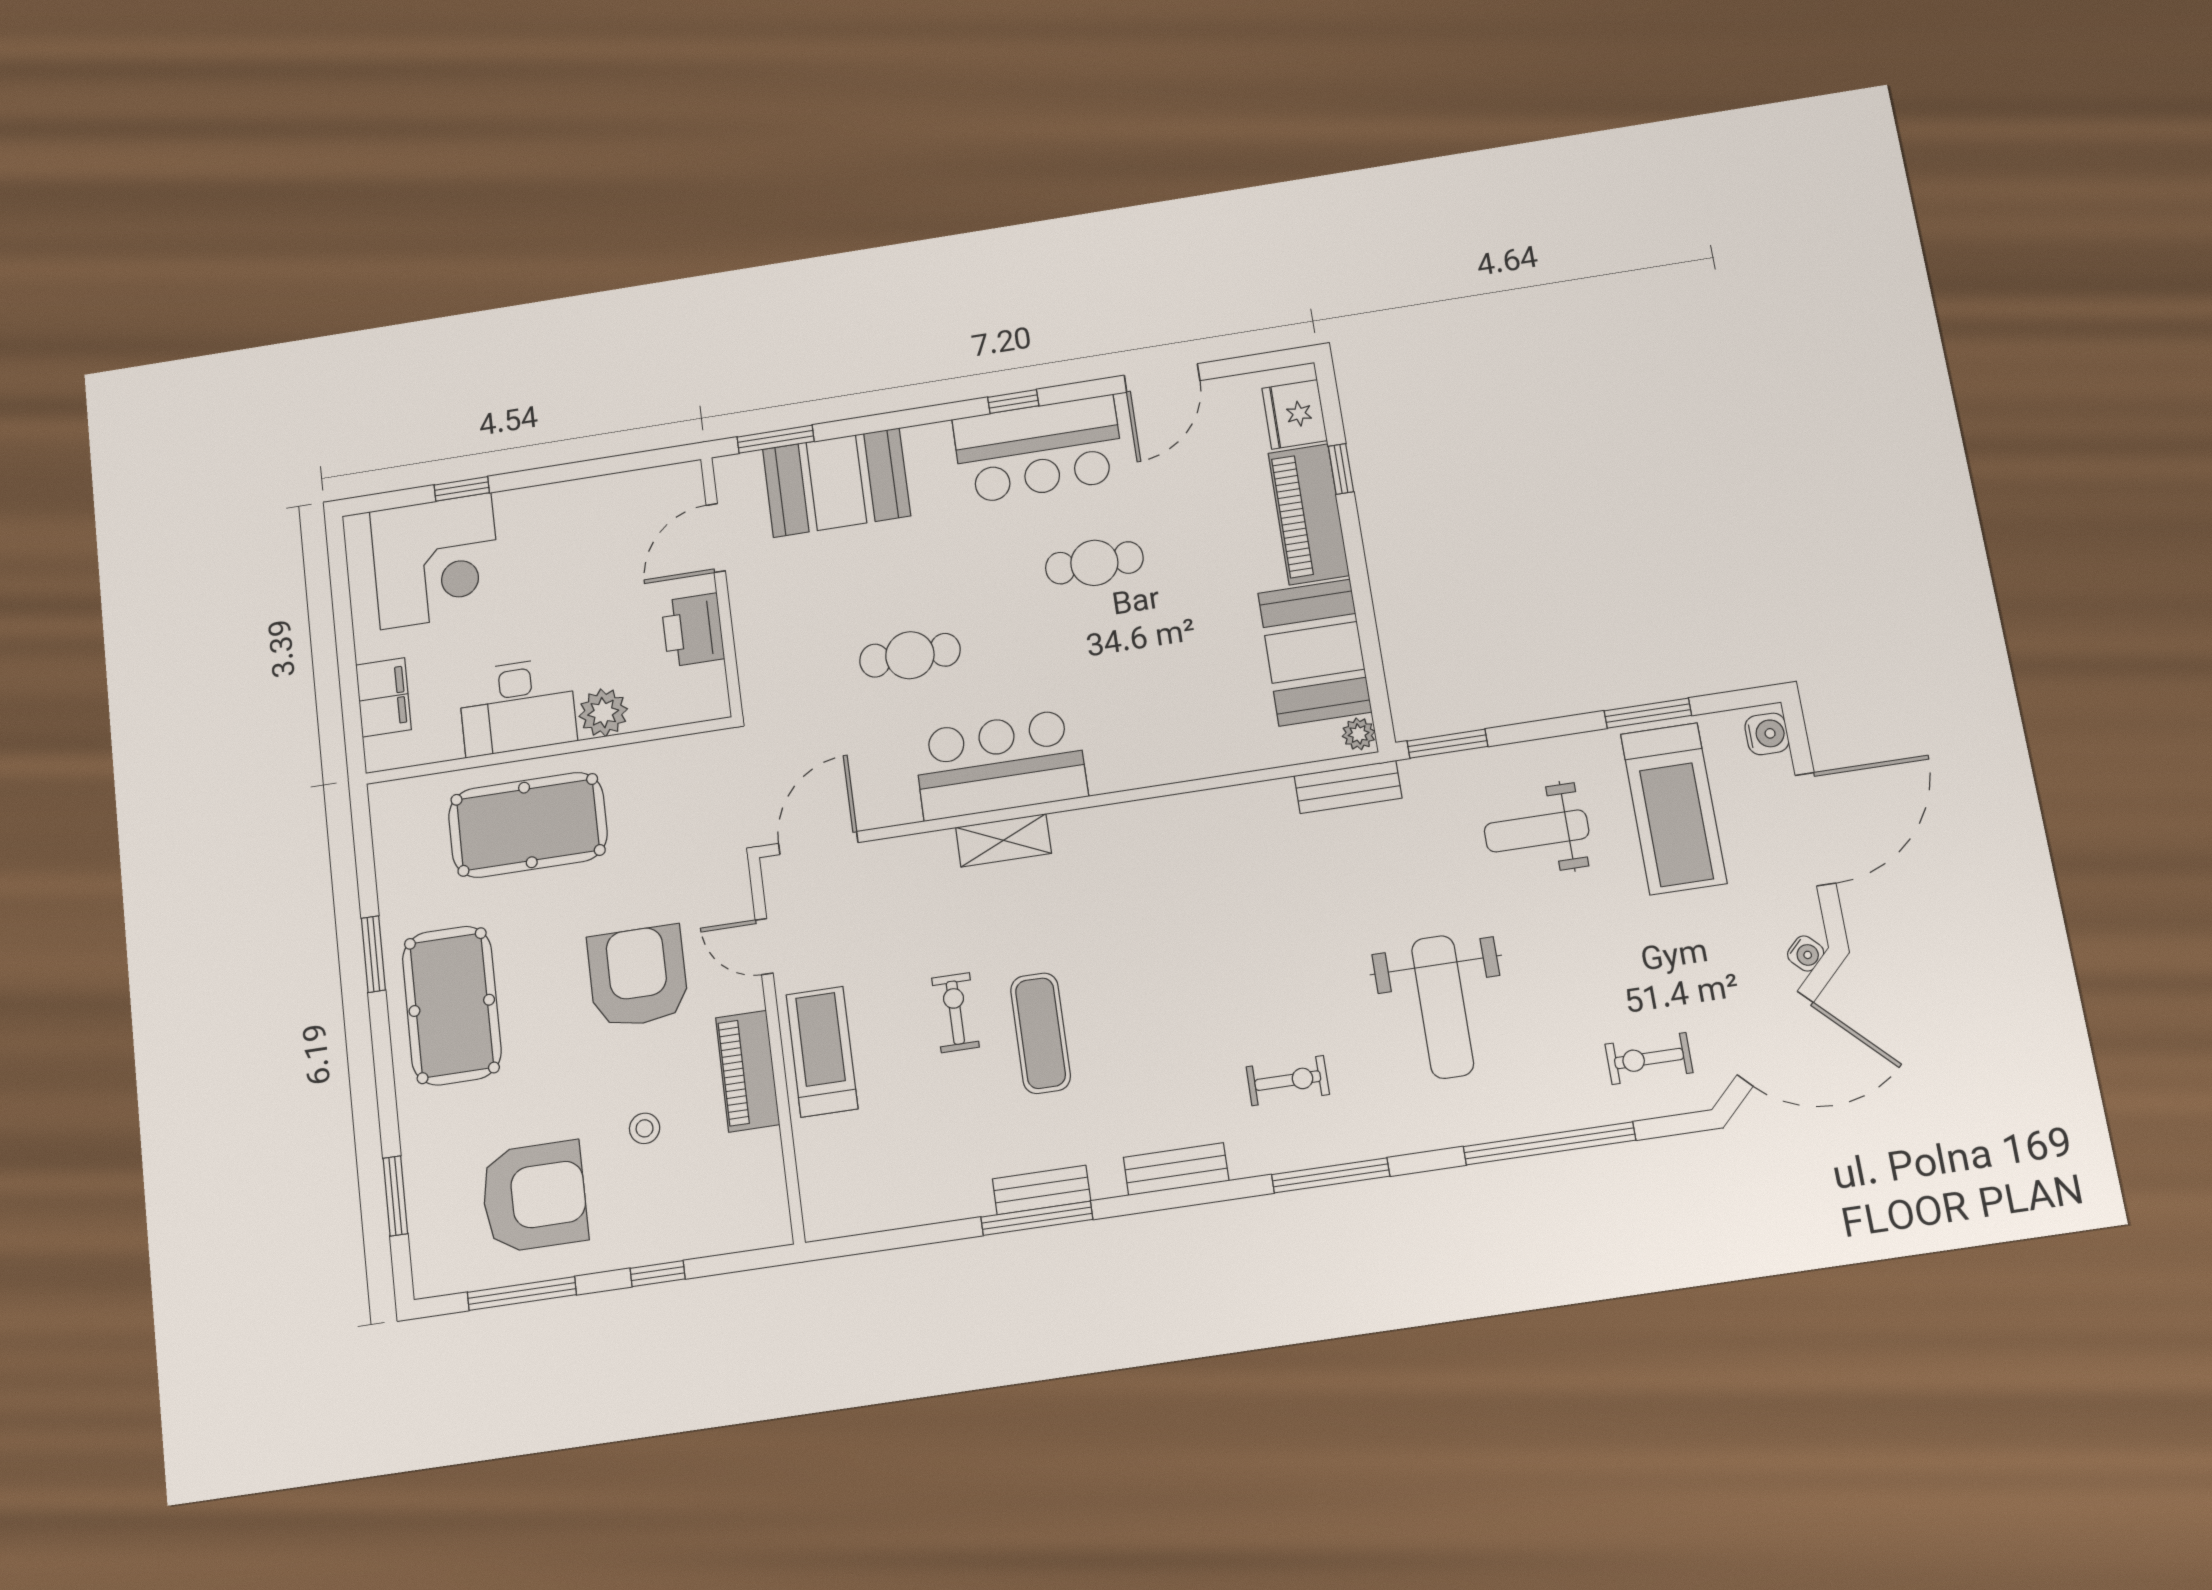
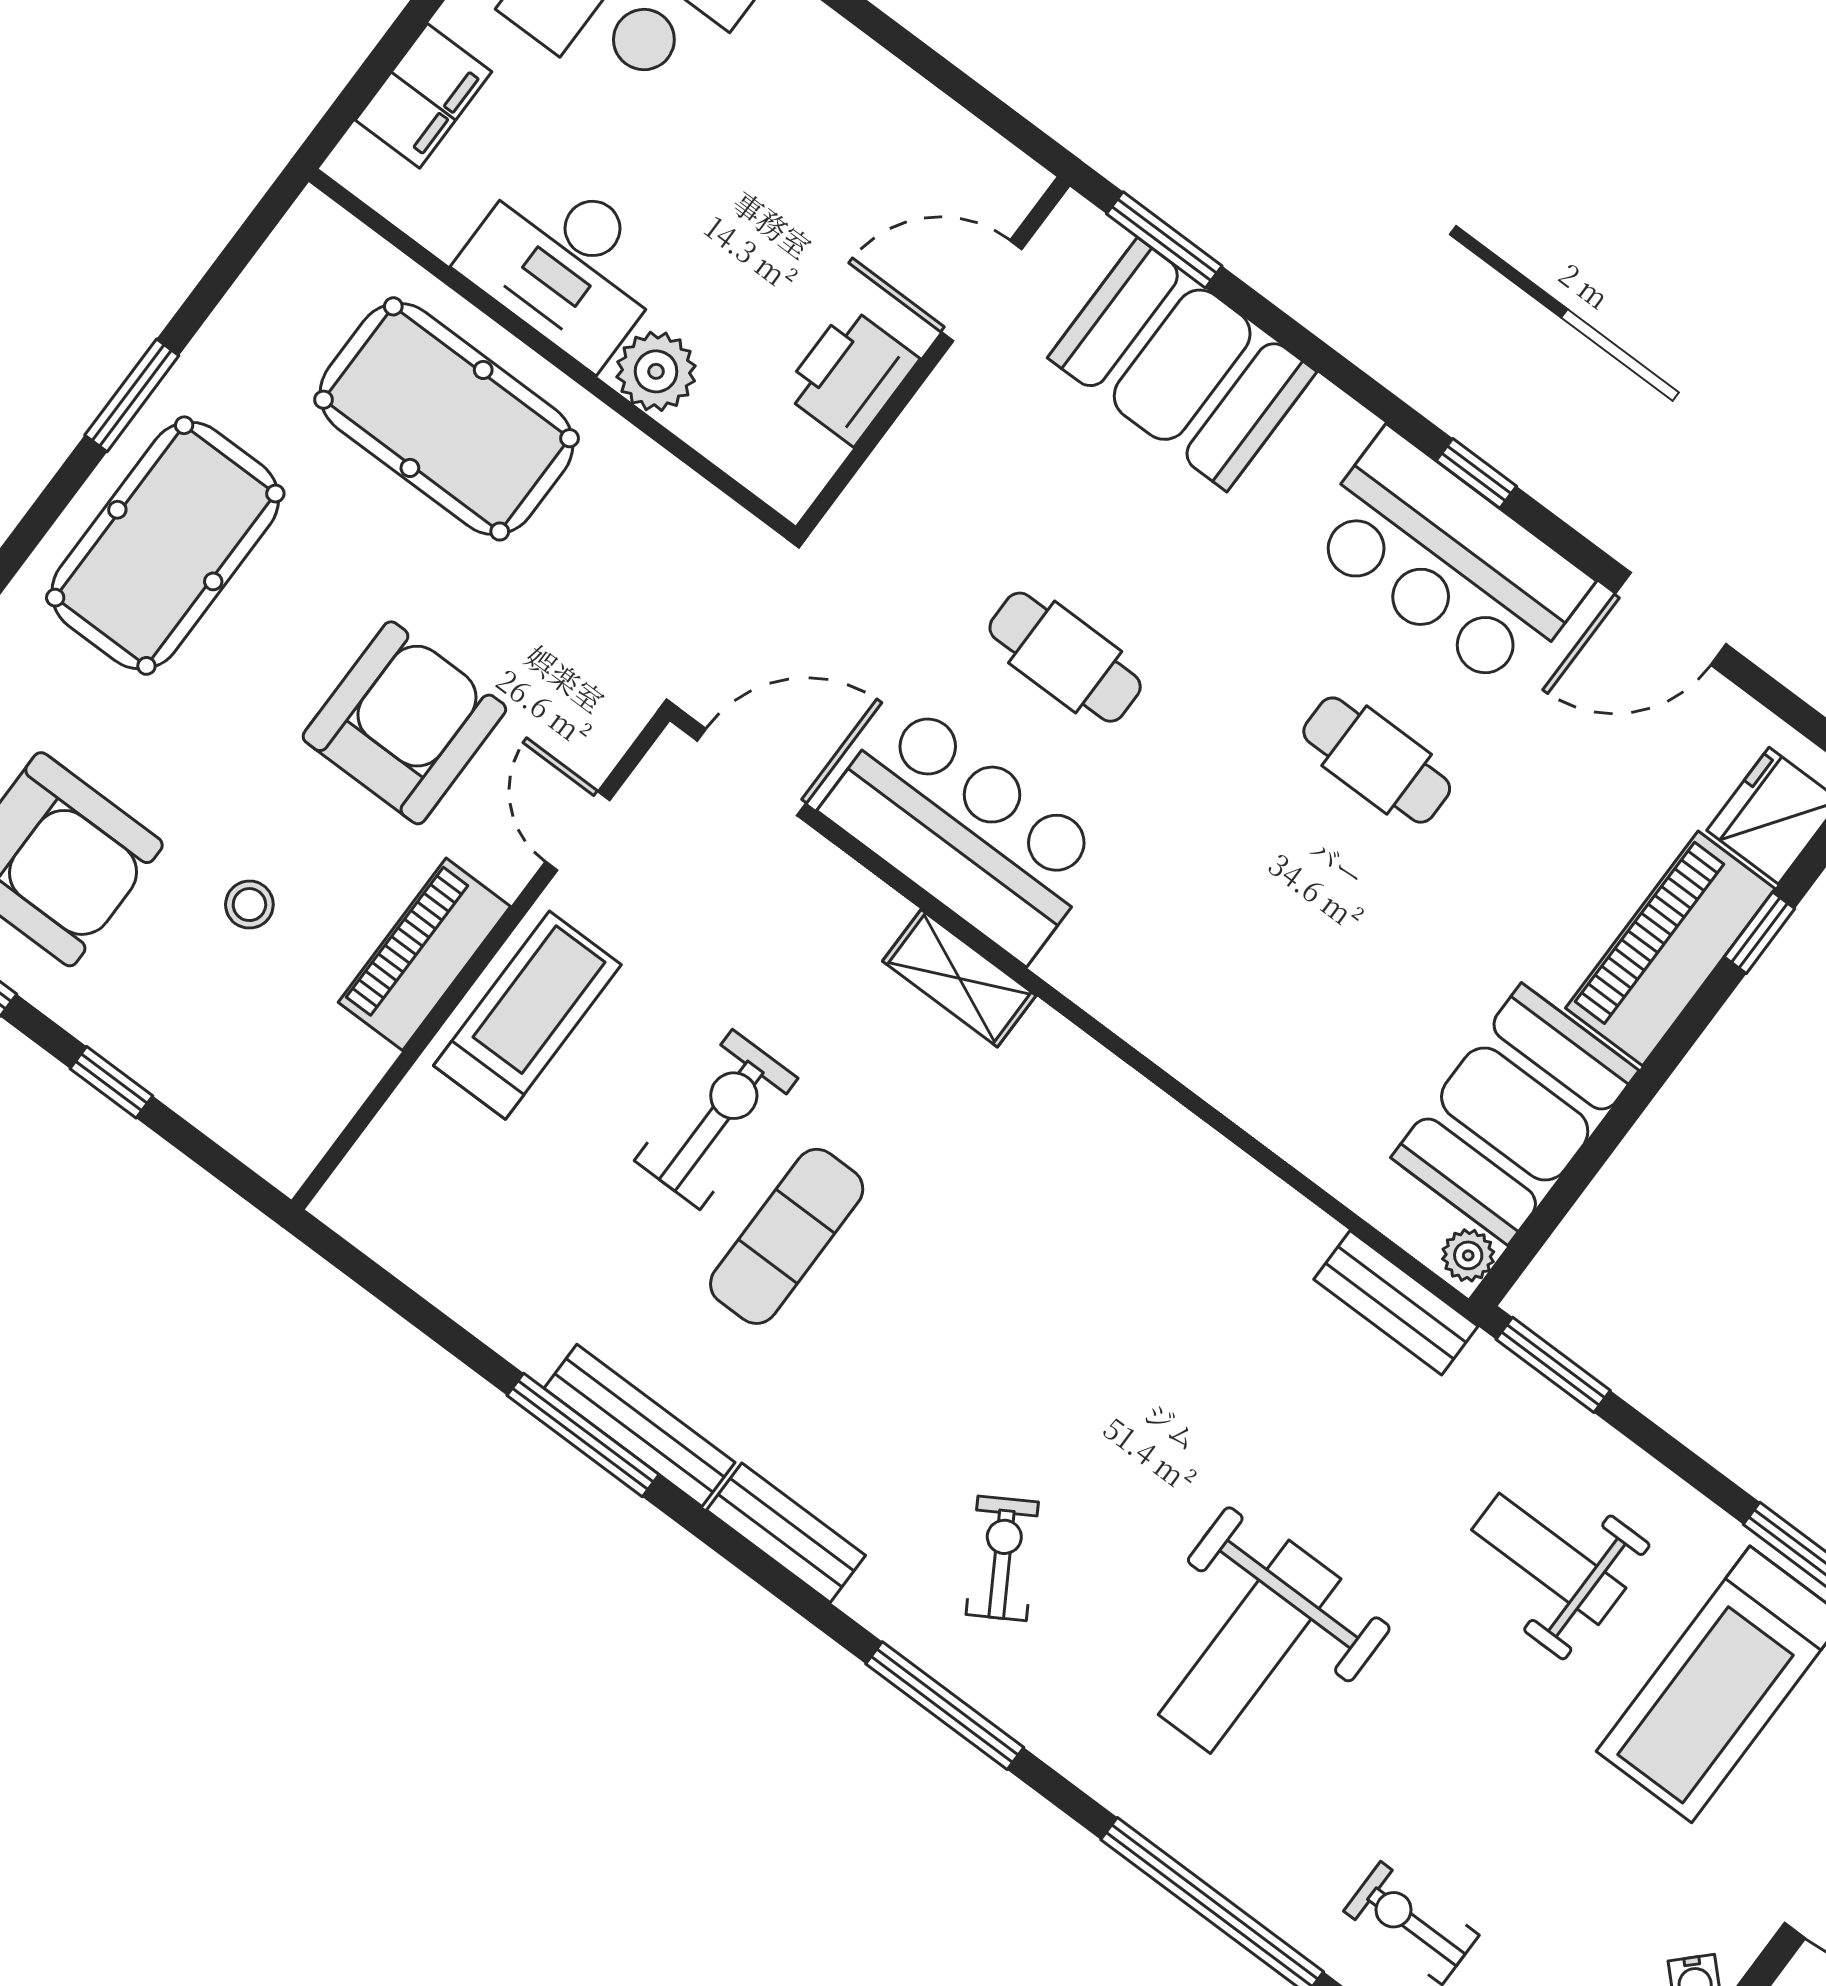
bar counter: (1000, 764) -> (965, 831), moved
exercise bike: (955, 1013) -> (716, 1119), width x1.38, depth x1.39
exercise bike: (1288, 1081) -> (1002, 1558), turned -121
bench: (1042, 1190) -> (639, 1425), width x1.36

